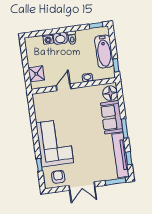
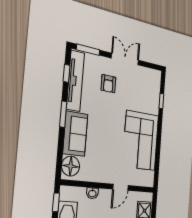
corner sofa: (55, 143) -> (141, 141), moved
armchair: (58, 177) -> (108, 84), moved

